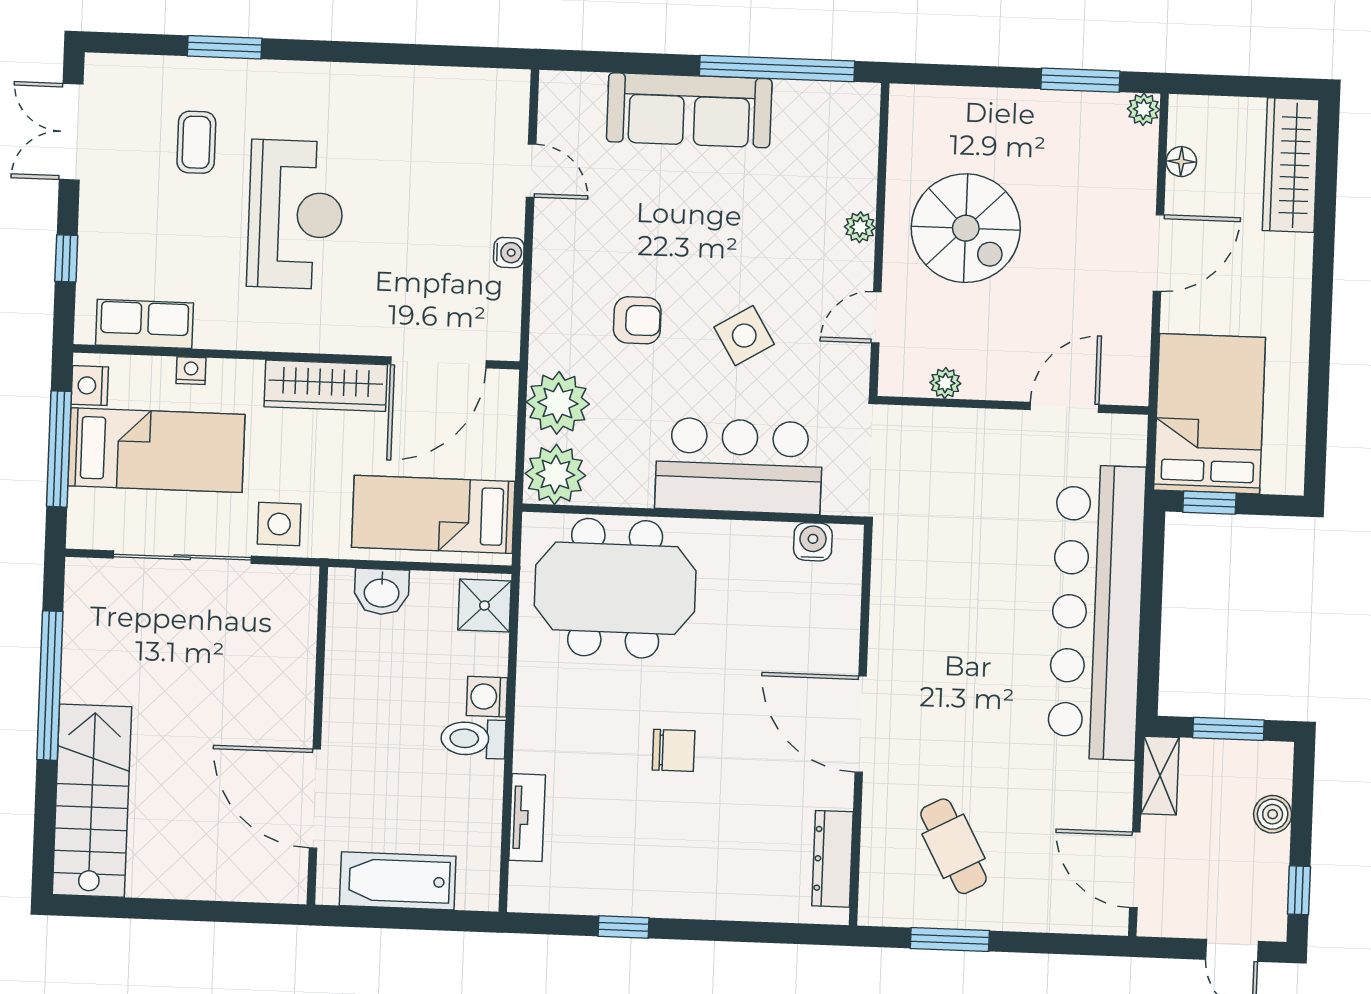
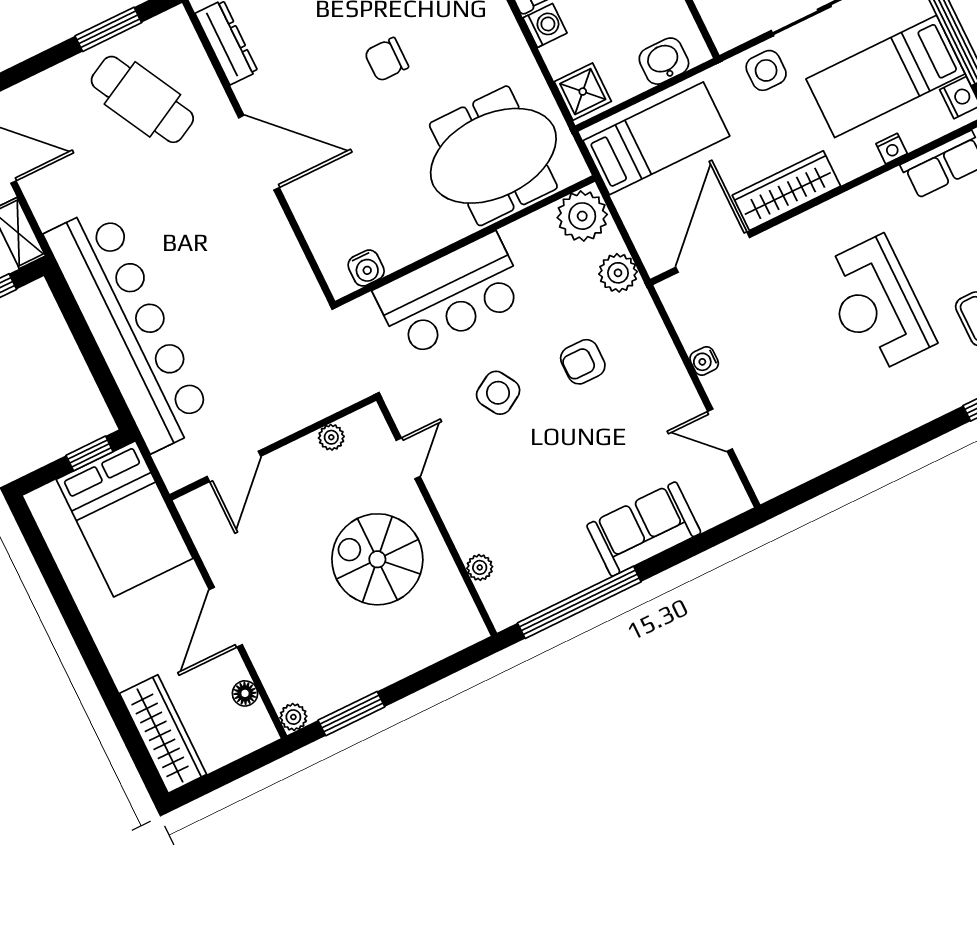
sofa: (689, 110) -> (644, 529), width x0.73
plant: (860, 227) -> (480, 567), moved
plant: (558, 403) -> (618, 273), width x0.73, depth x0.73
cafe table: (953, 846) -> (142, 99), width x1.37, depth x1.35

